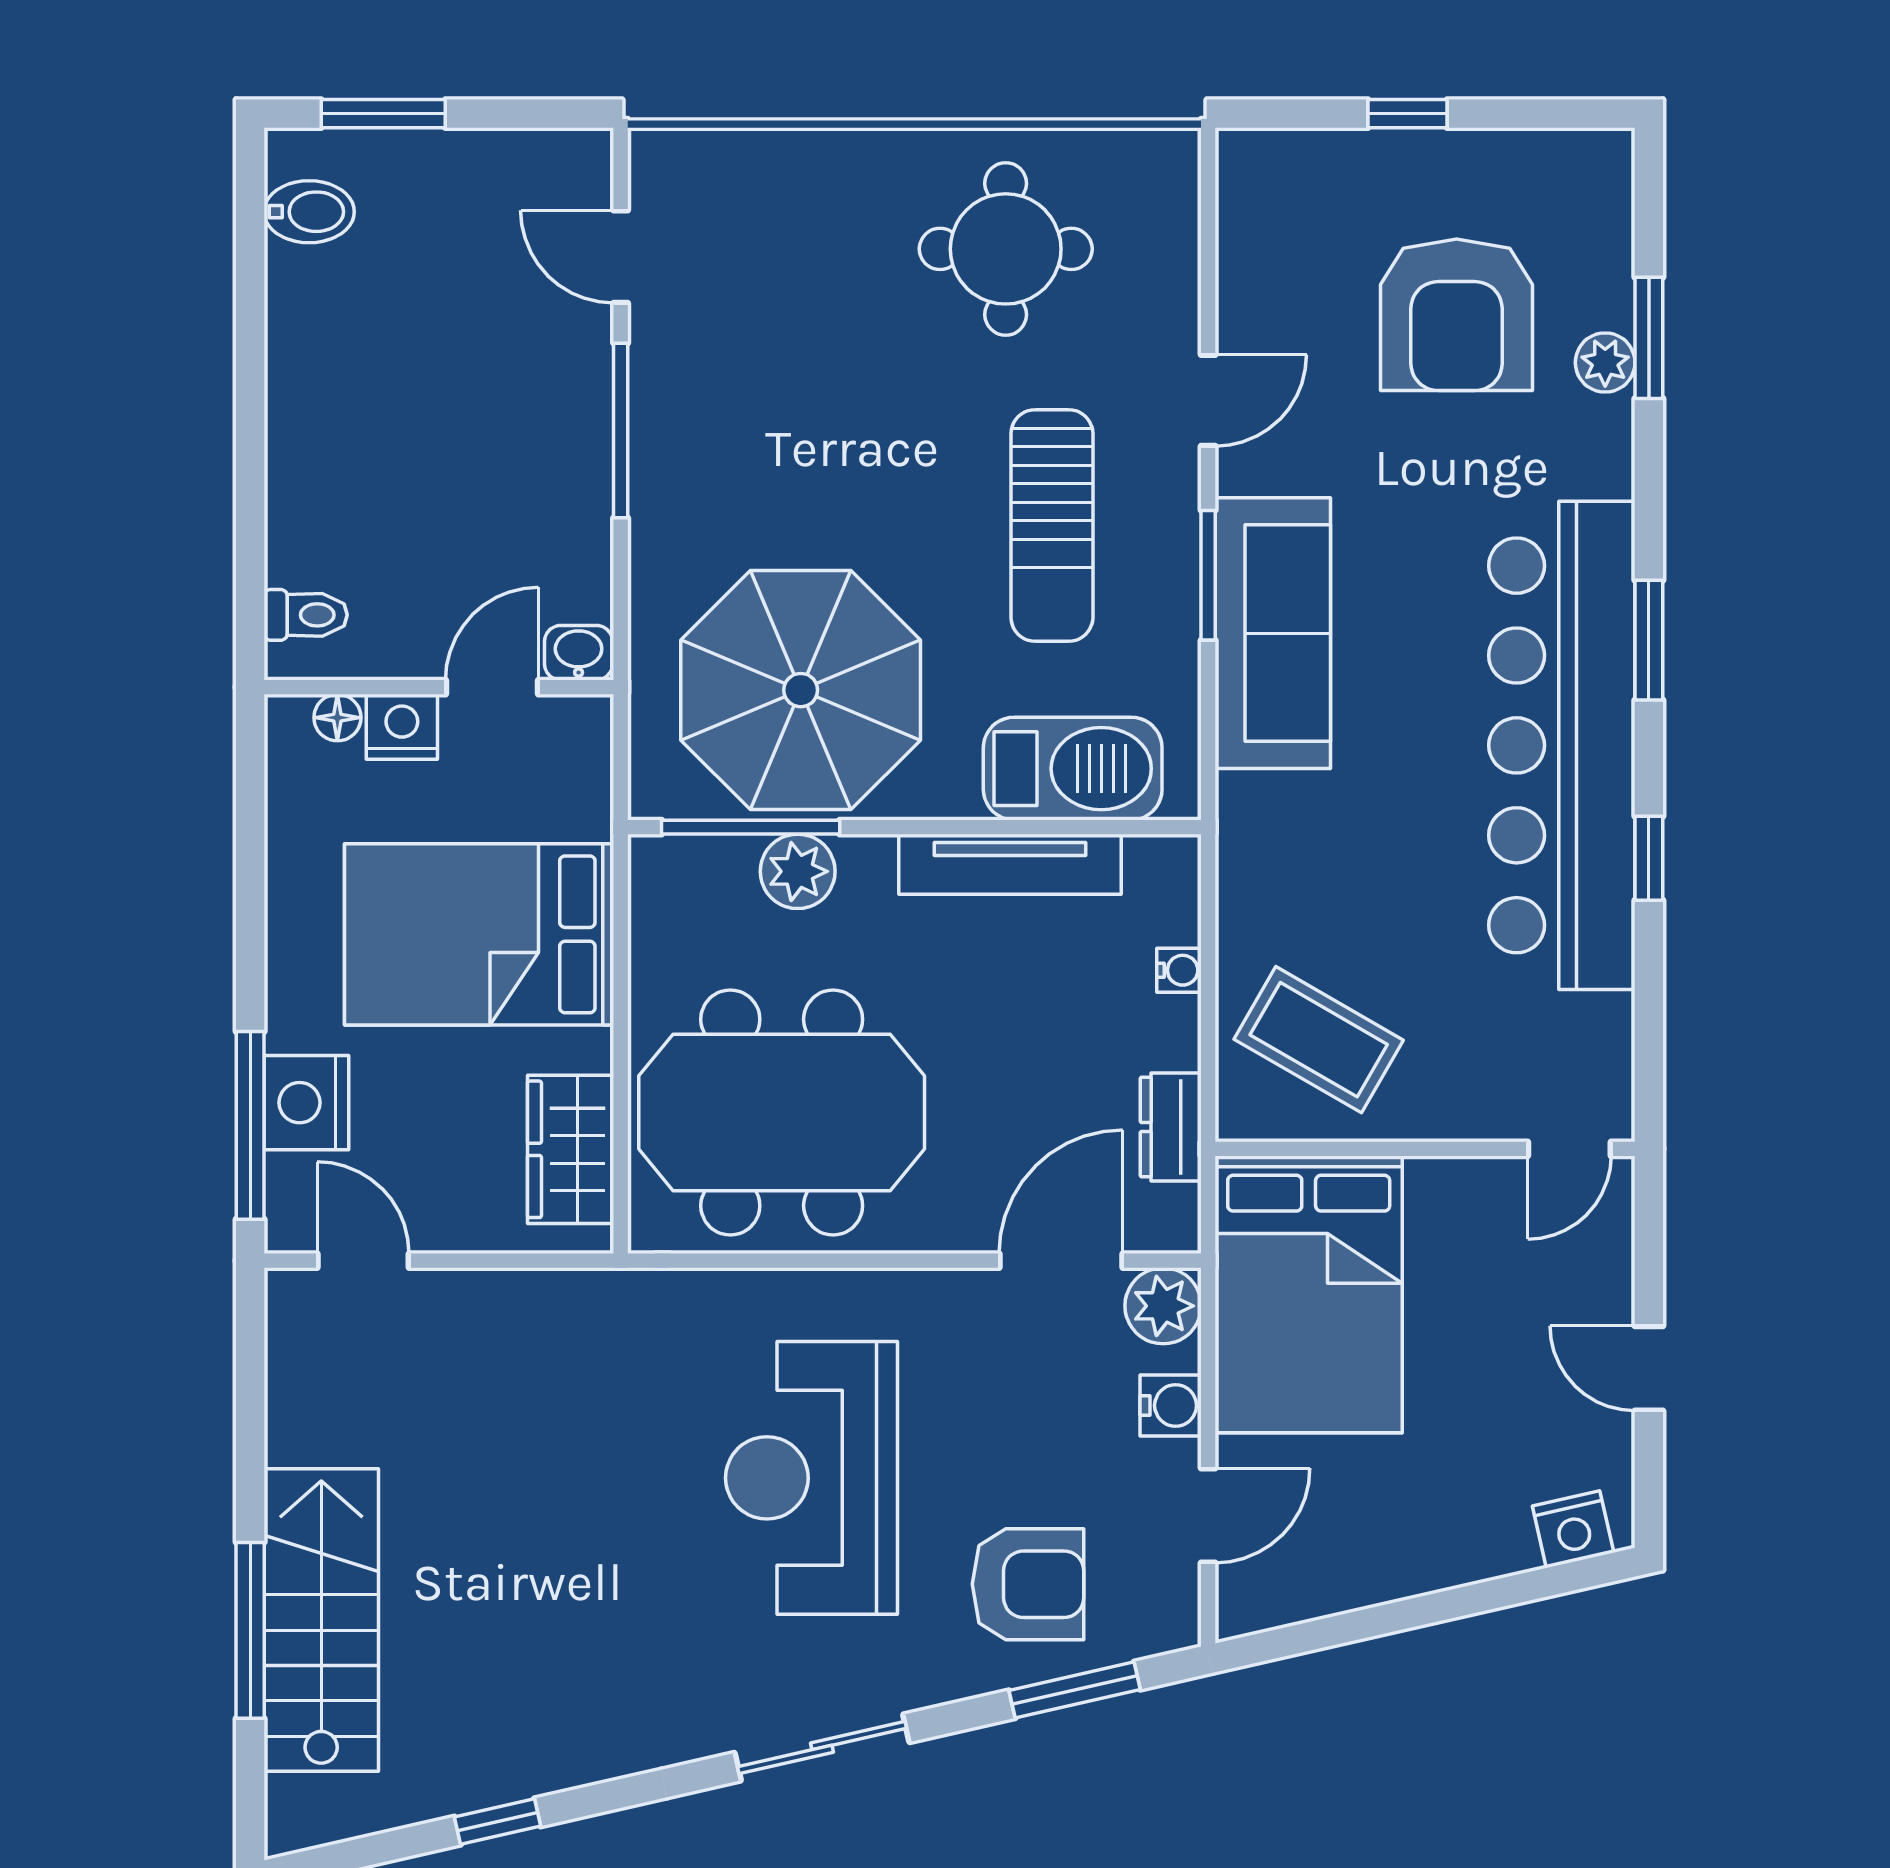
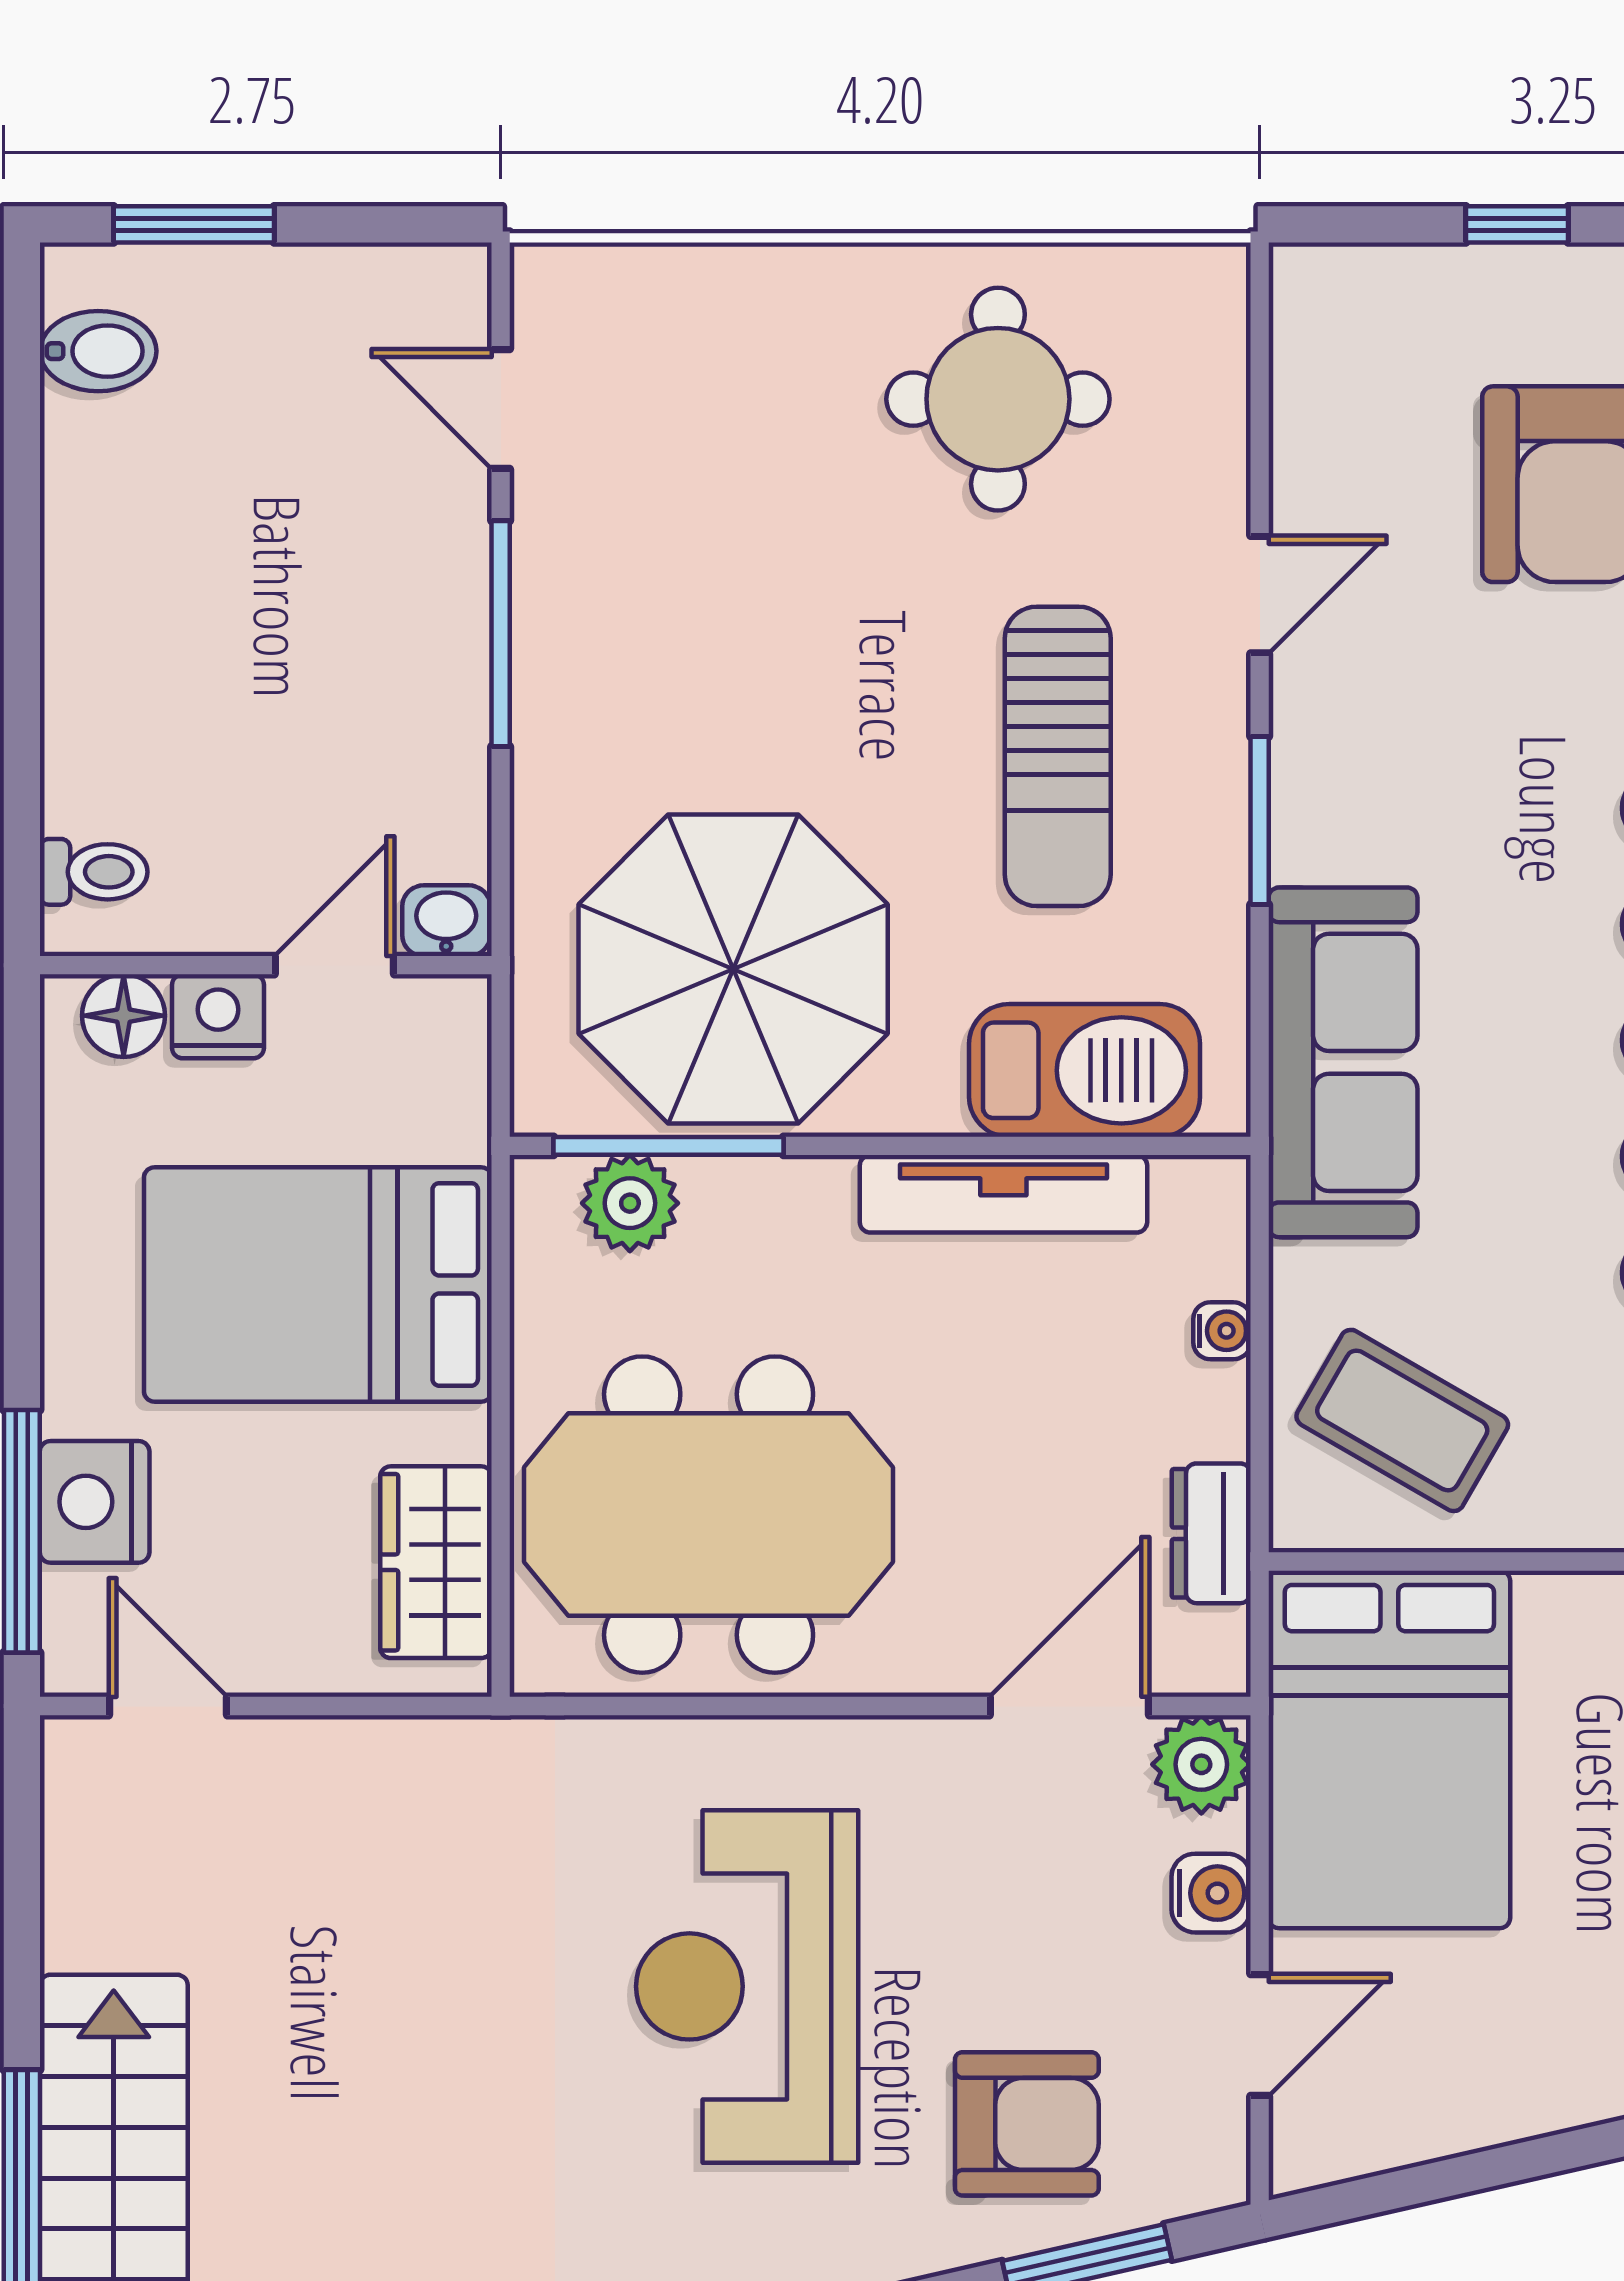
sofa: (1273, 633) -> (1343, 1062), moved
floor lamp: (337, 718) -> (124, 1016), width x1.37, depth x1.37
plant: (798, 871) -> (630, 1203), moved

